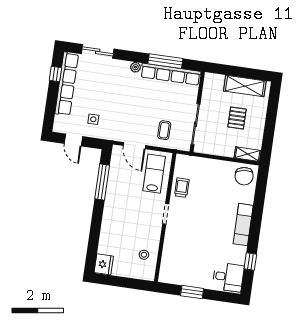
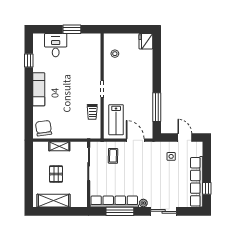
sliding door: (98, 51) -> (164, 211), moved
shelving: (248, 154) -> (59, 146), moved
desk: (228, 277) -> (56, 45), moved, turned 90

